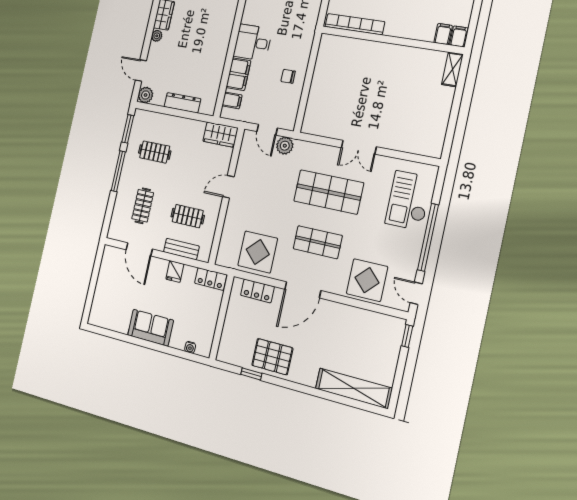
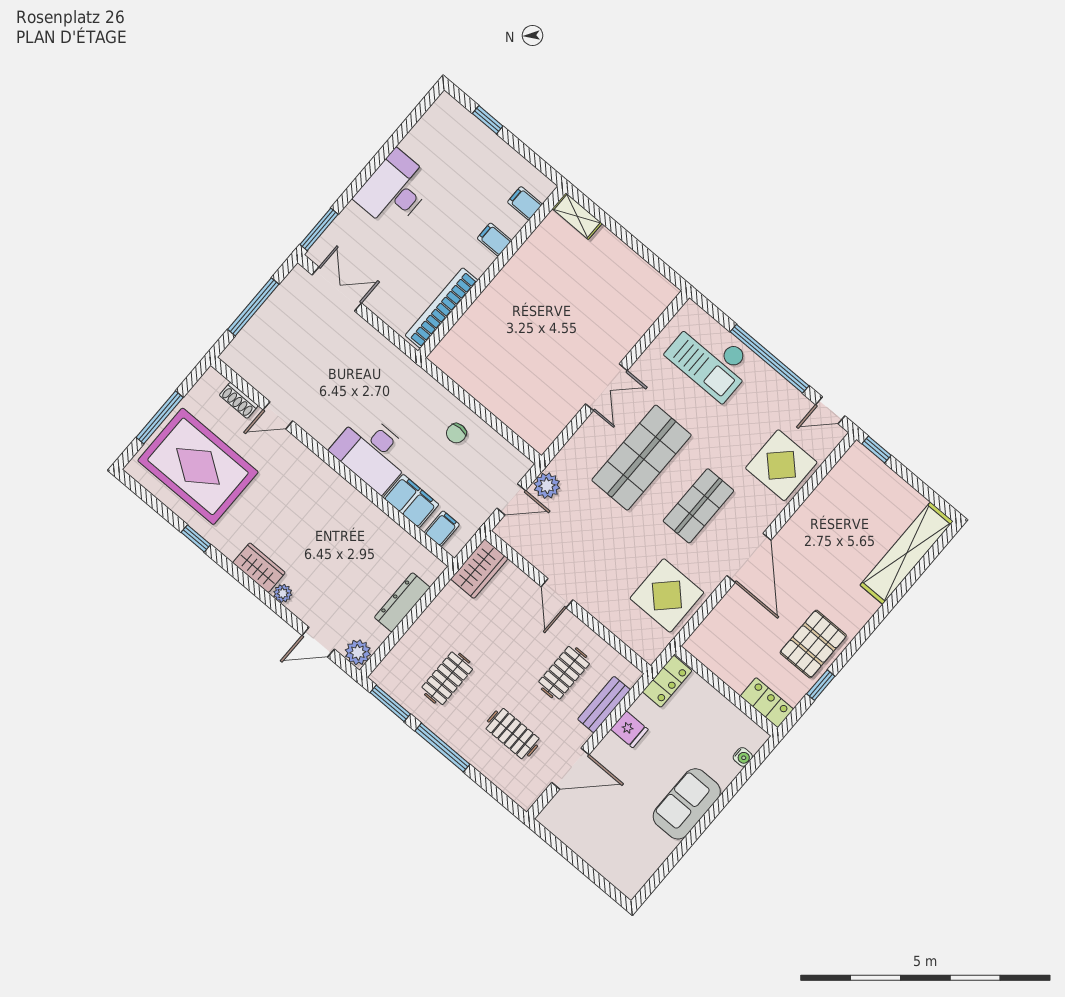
filing cabinet: (459, 36) -> (494, 239), moved
desk: (253, 43) -> (372, 452), width x1.37
locker: (257, 291) -> (767, 703), moved, turned -90

